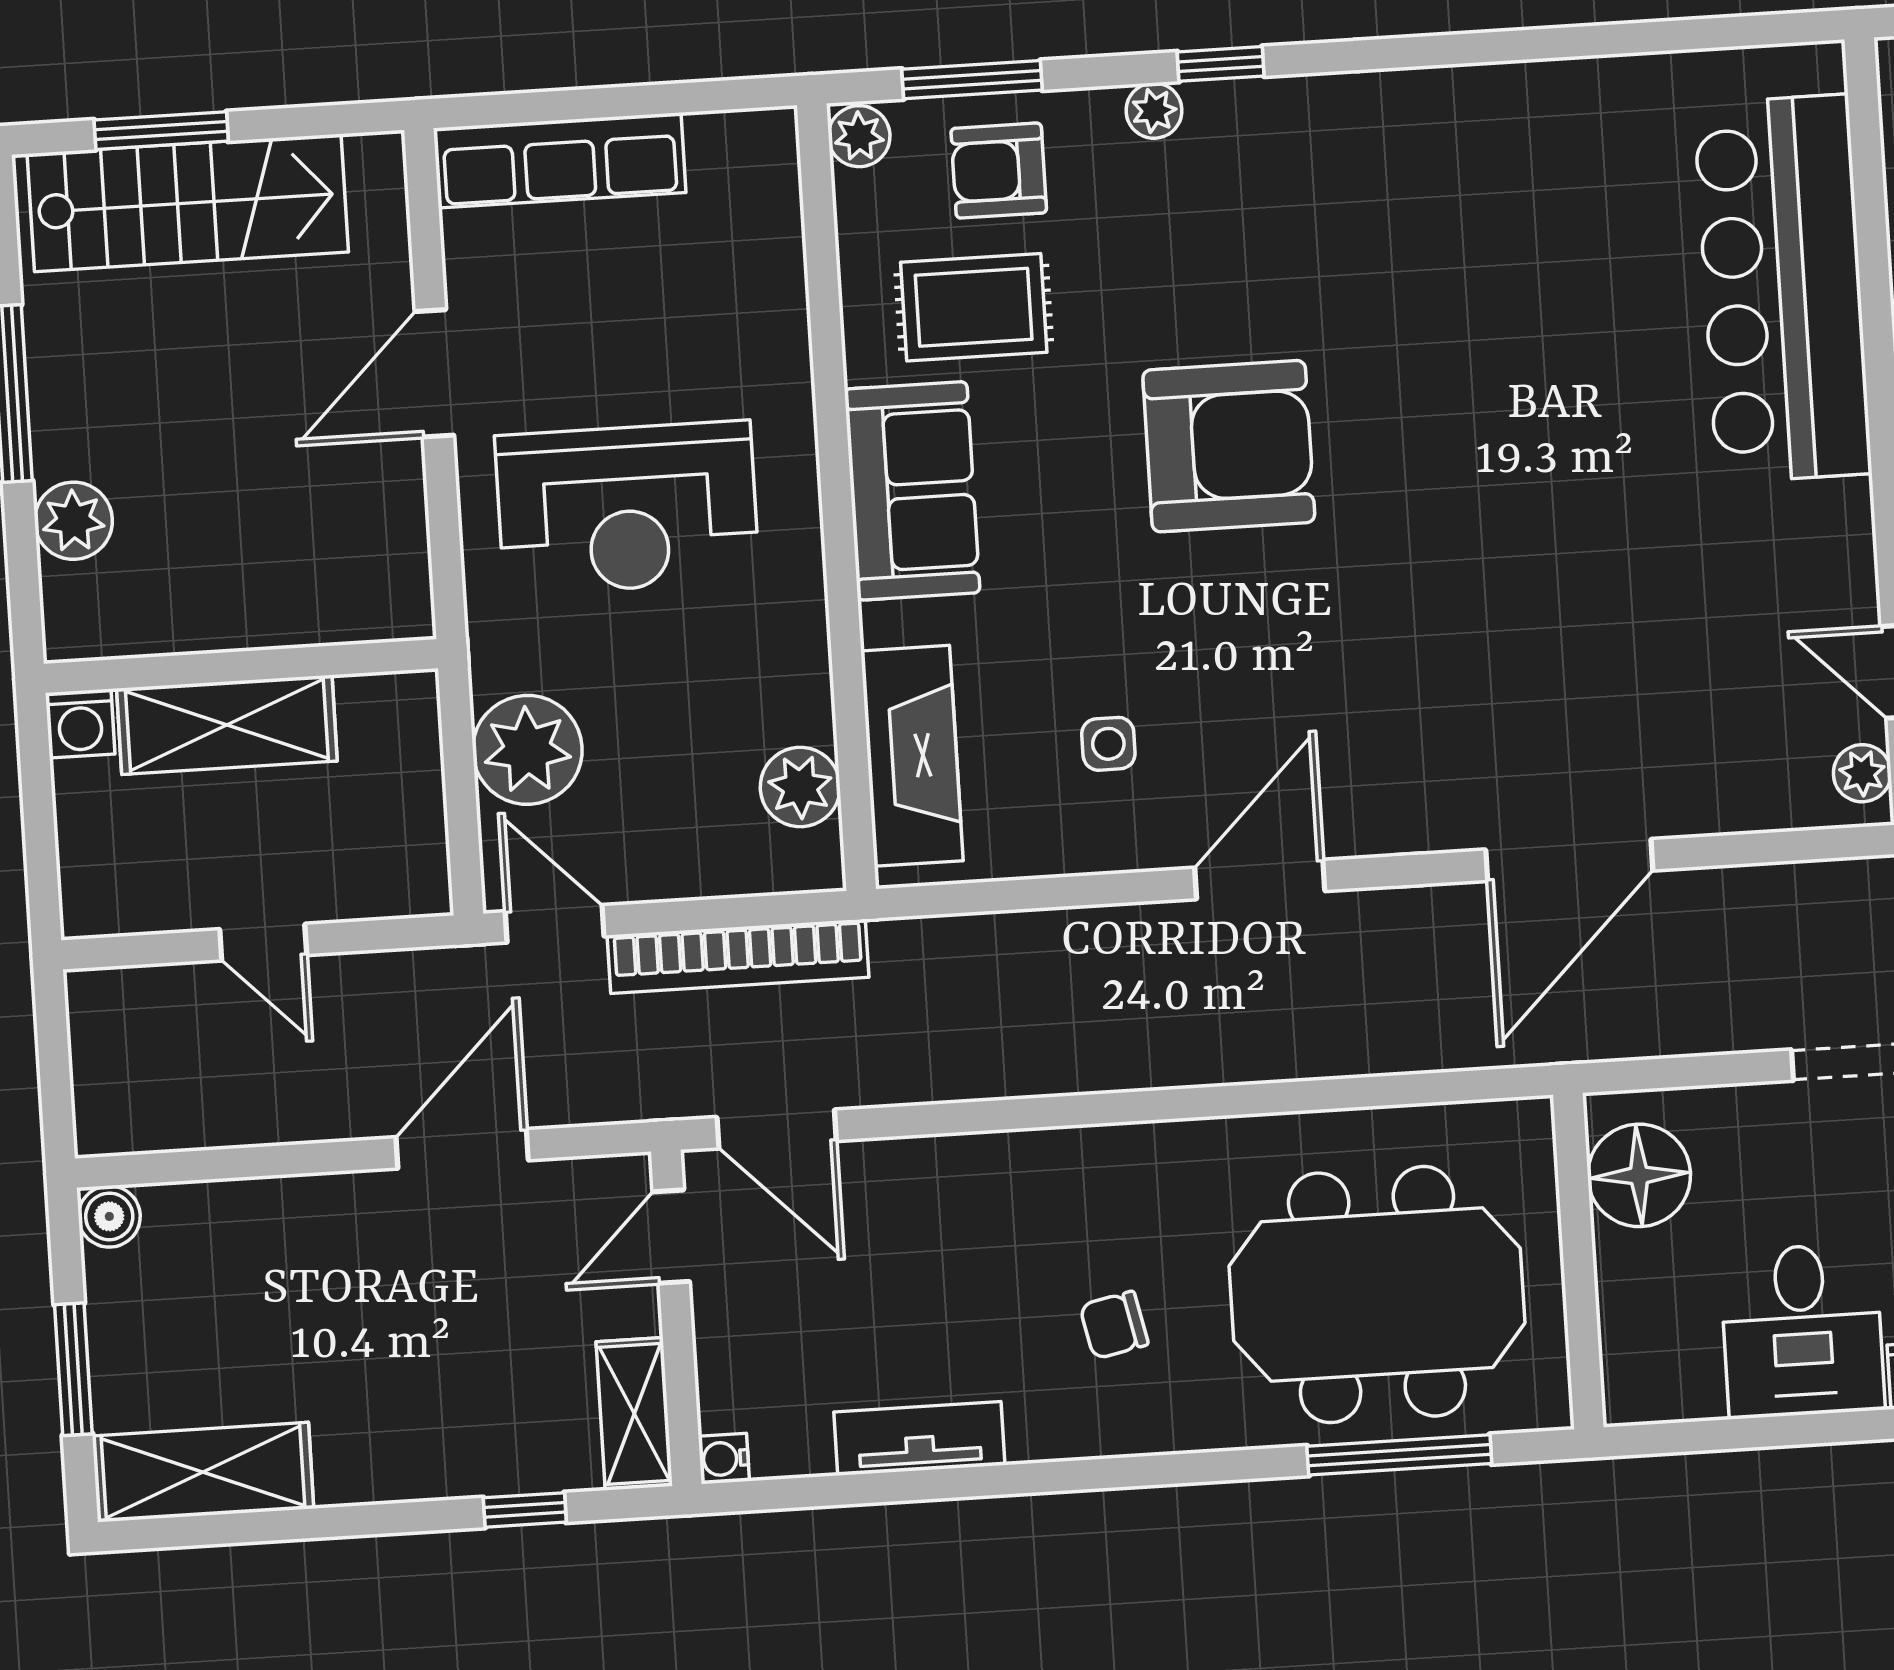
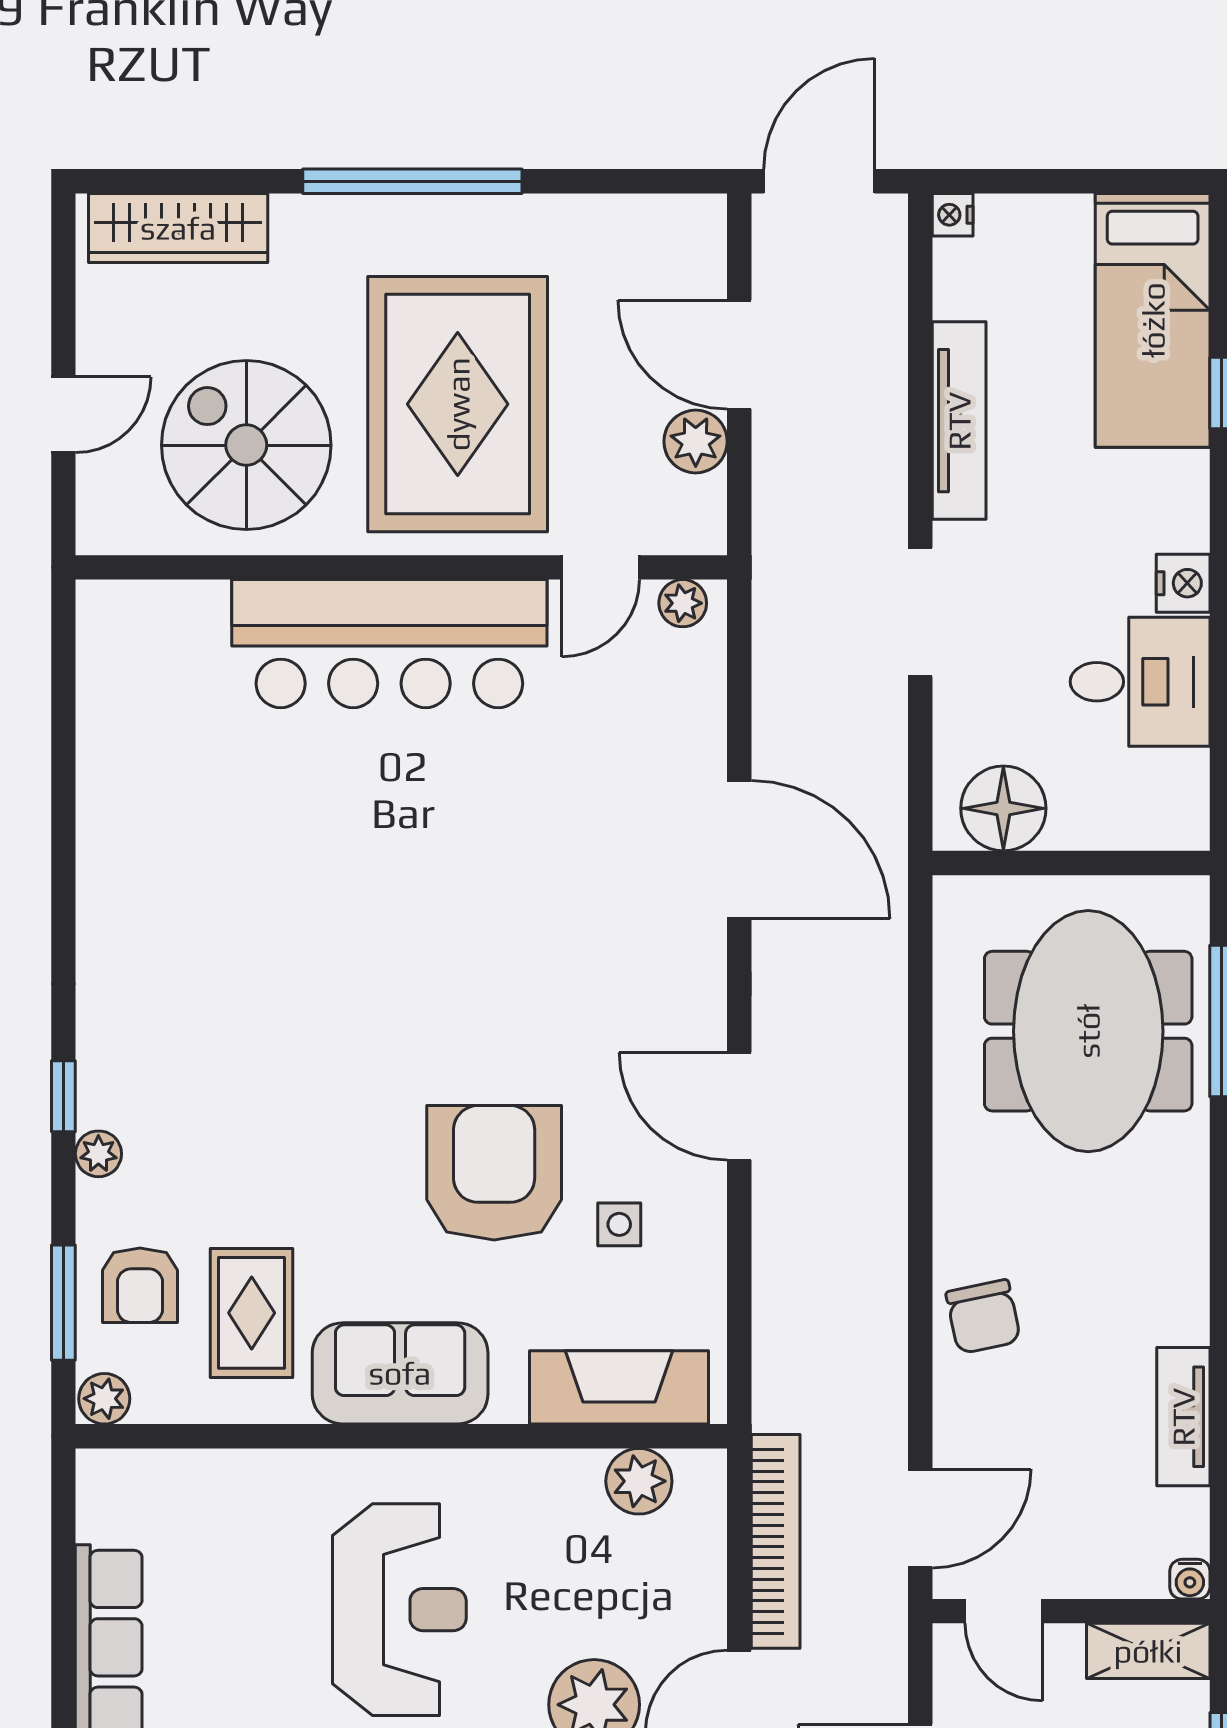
bar counter: (1783, 289) -> (389, 644), moved
armchair: (1229, 446) -> (494, 1173), moved
chair: (1114, 1325) -> (983, 1317), moved, width x1.37, depth x1.37

